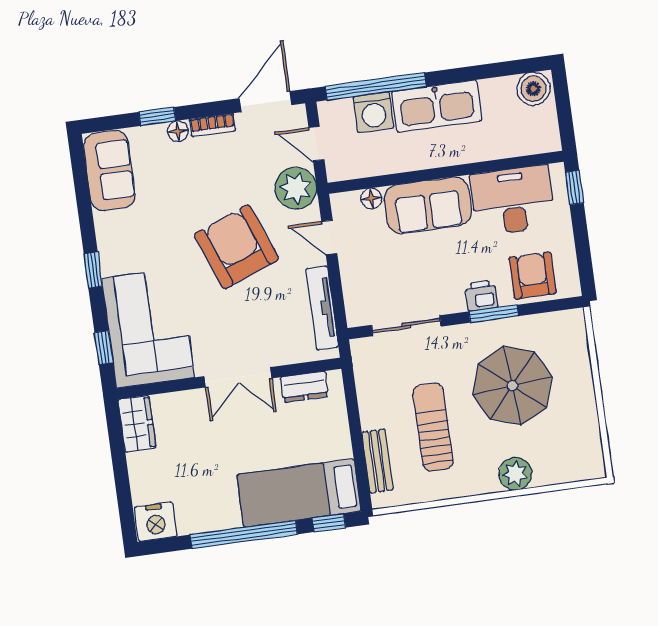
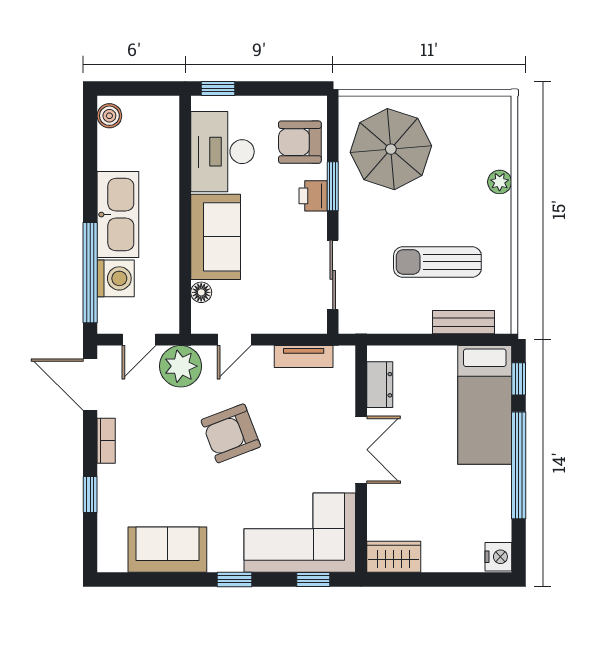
boiler: (533, 89) -> (109, 116), width x0.73, depth x0.73
floor lamp: (178, 131) -> (108, 476), removed
sofa: (109, 170) -> (167, 550), moved
armchair: (236, 247) -> (231, 433), width x0.73, depth x0.73
tv unit: (322, 308) -> (304, 356), width x0.71
parasol: (512, 386) -> (391, 149), moved
plant: (515, 474) -> (500, 182), width x0.73, depth x0.73
nightstand: (156, 522) -> (498, 557), width x0.74, depth x0.75

